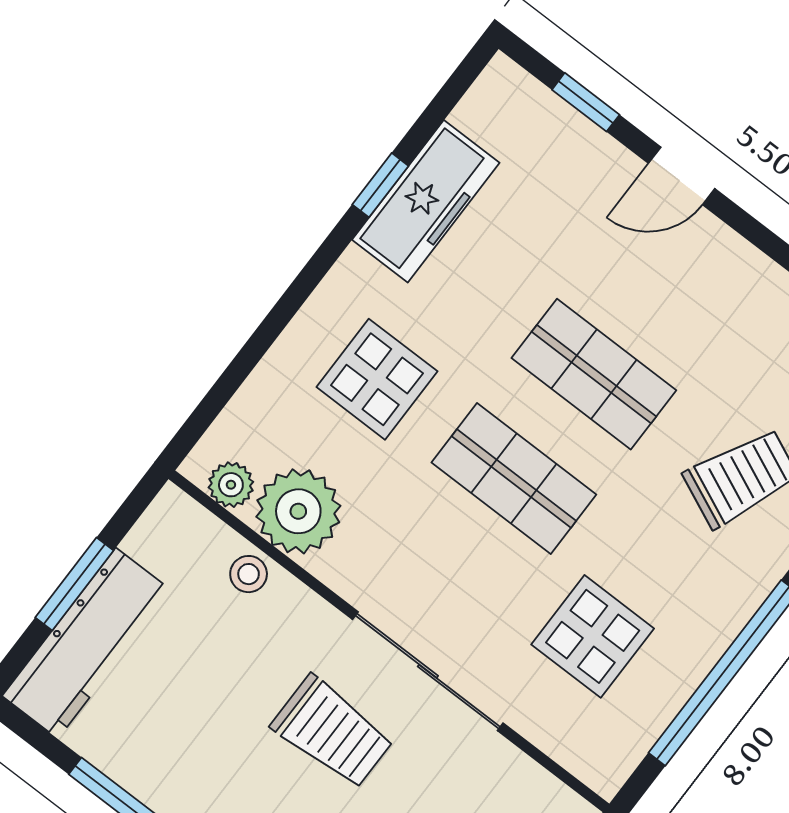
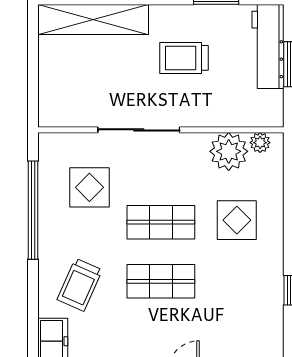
freezer: (426, 201) -> (268, 297), removed
stool: (249, 574) -> (229, 115), removed
trolley: (332, 732) -> (184, 58), moved

